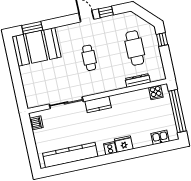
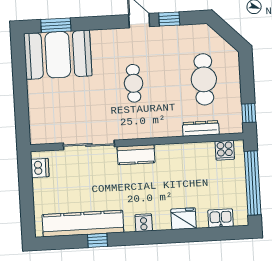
window: (162, 39) -> (249, 113), moved
fridge: (124, 144) -> (184, 219), moved
window: (82, 165) -> (97, 240), added

